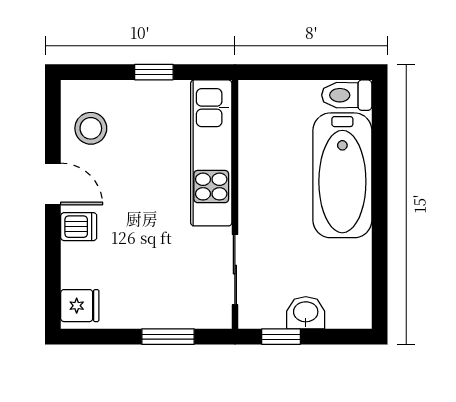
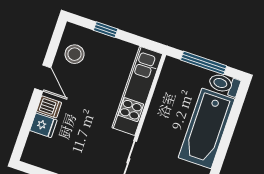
window: (154, 72) -> (106, 30), moved
window: (302, 72) -> (204, 63), added
fridge: (80, 306) -> (43, 125), moved

